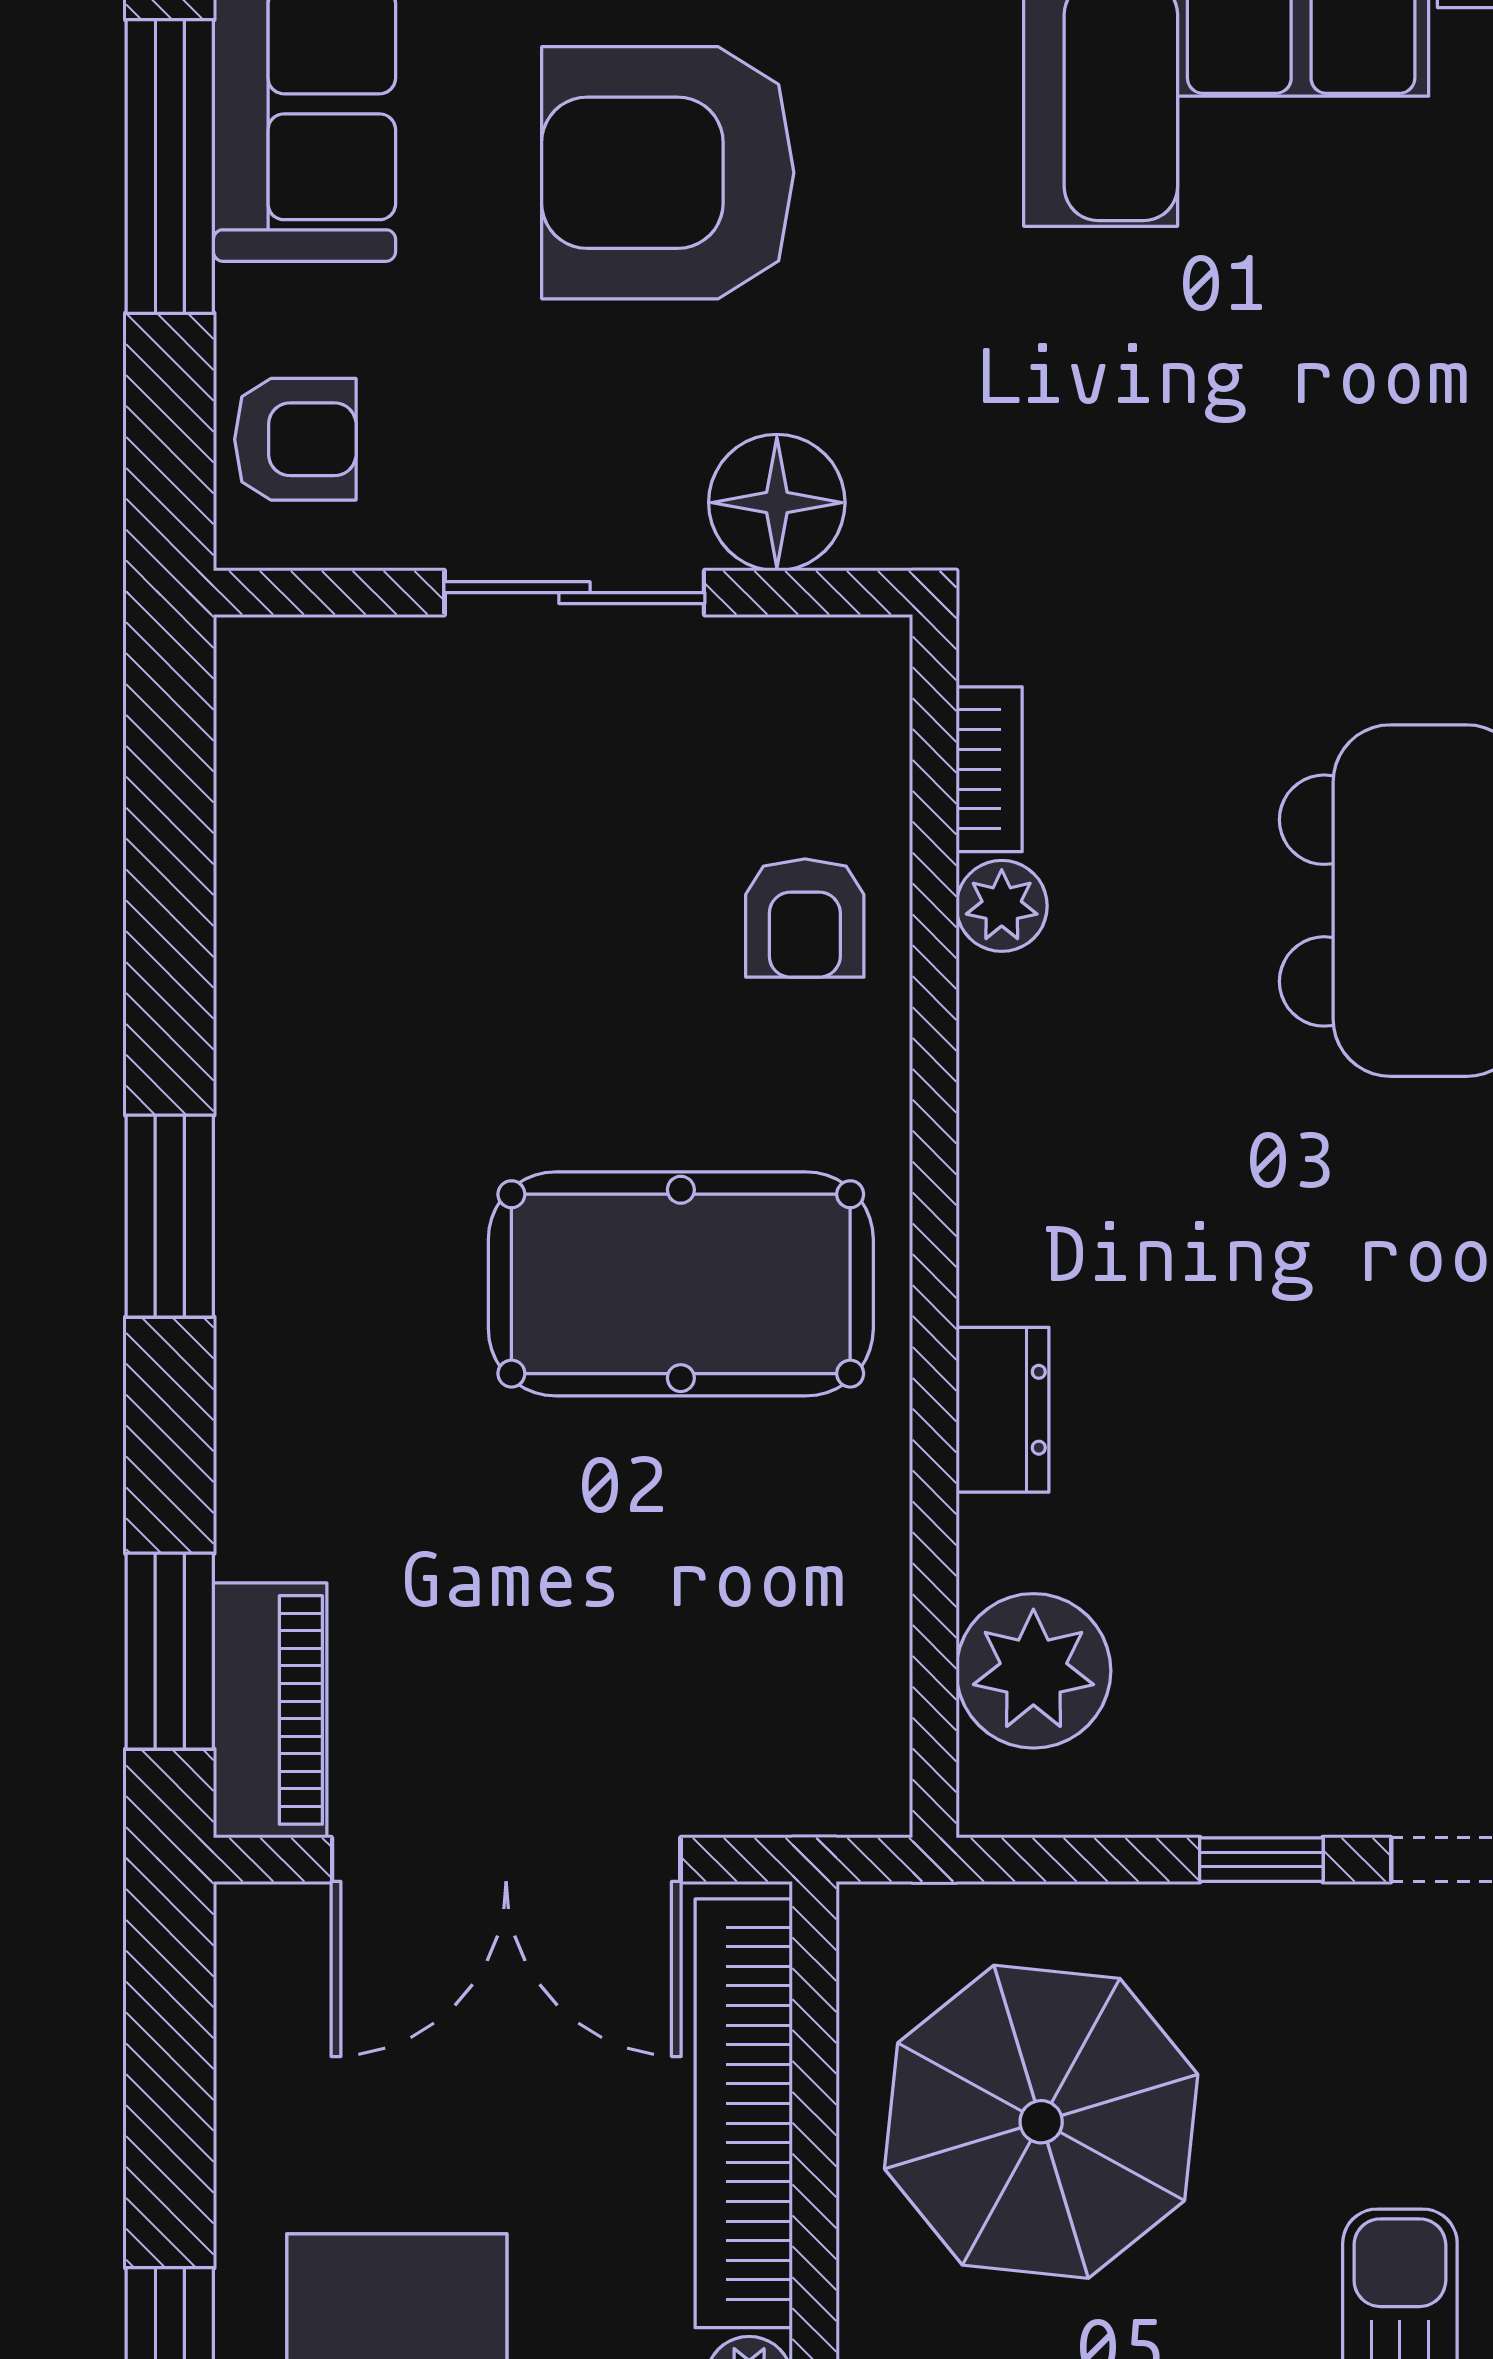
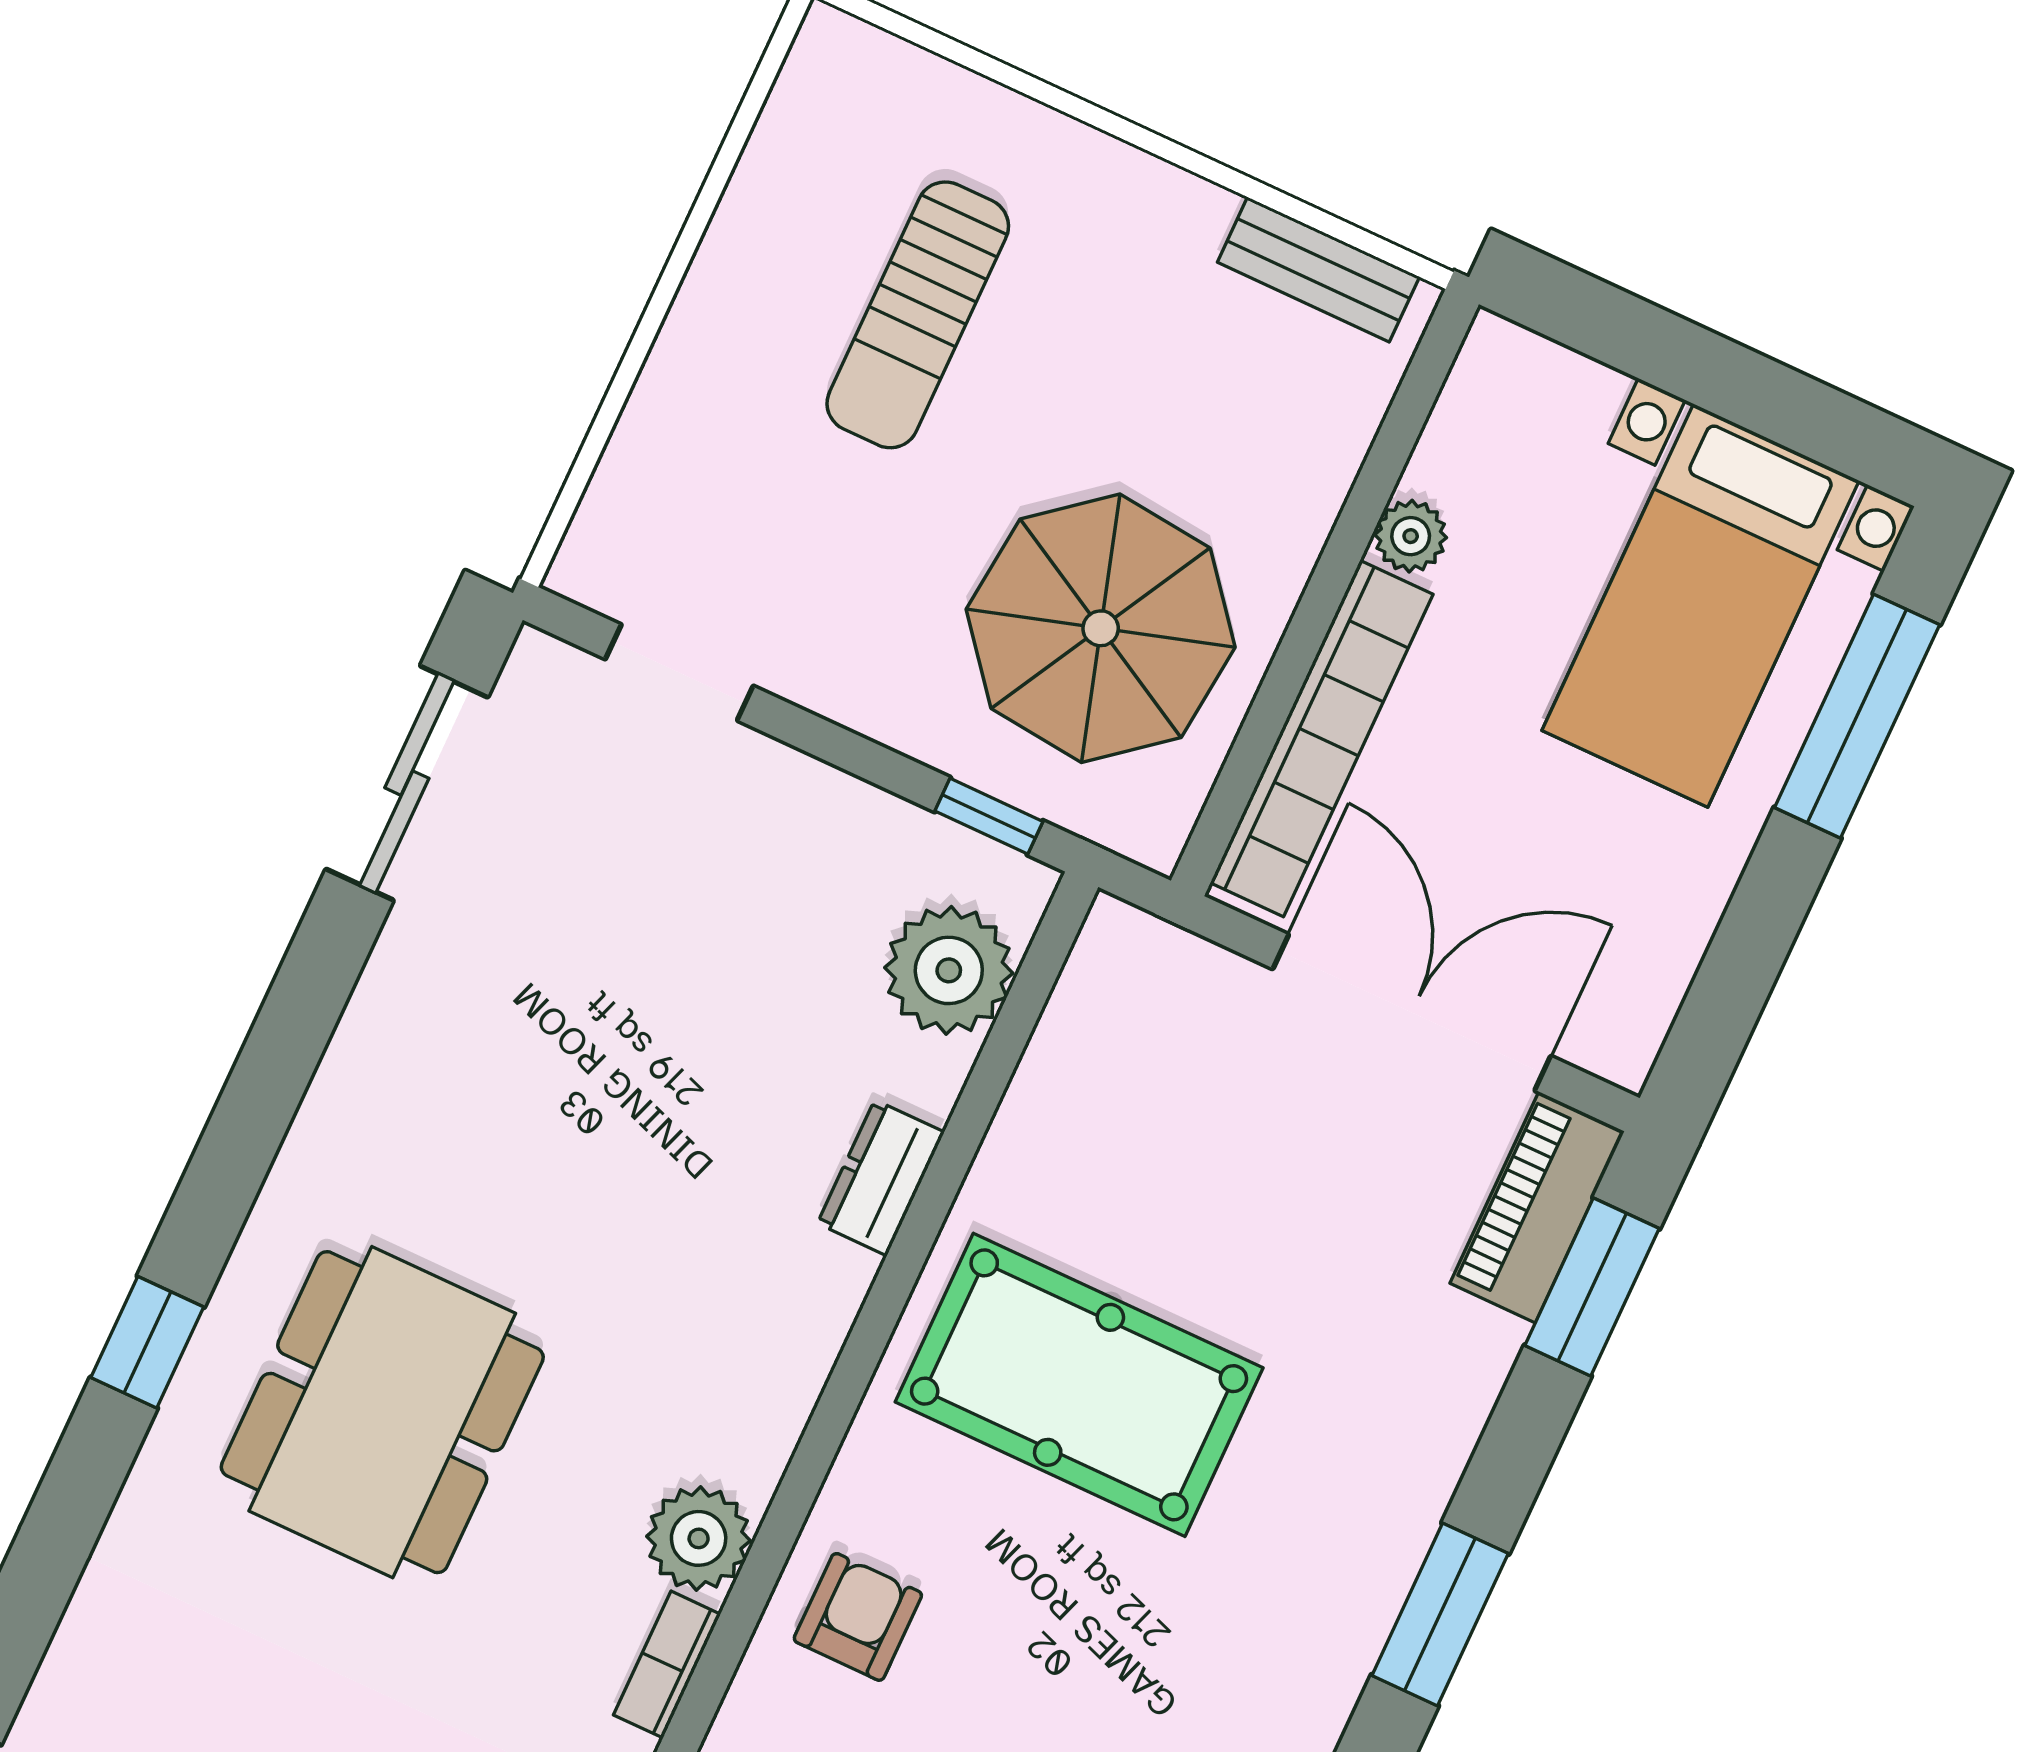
plant: (1002, 906) -> (699, 1538), width x1.38, depth x1.38
window: (1261, 1860) -> (989, 816), moved

